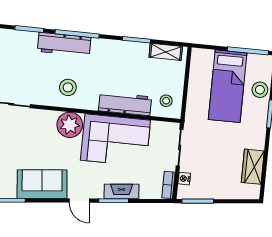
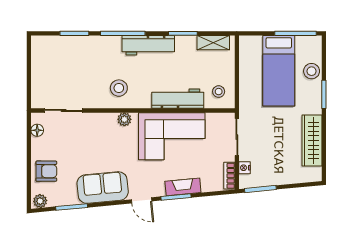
workbench: (64, 44) -> (148, 45), moved
plant: (70, 125) -> (124, 119), width x0.53, depth x0.53
wardrobe: (253, 167) -> (312, 141), width x1.50

